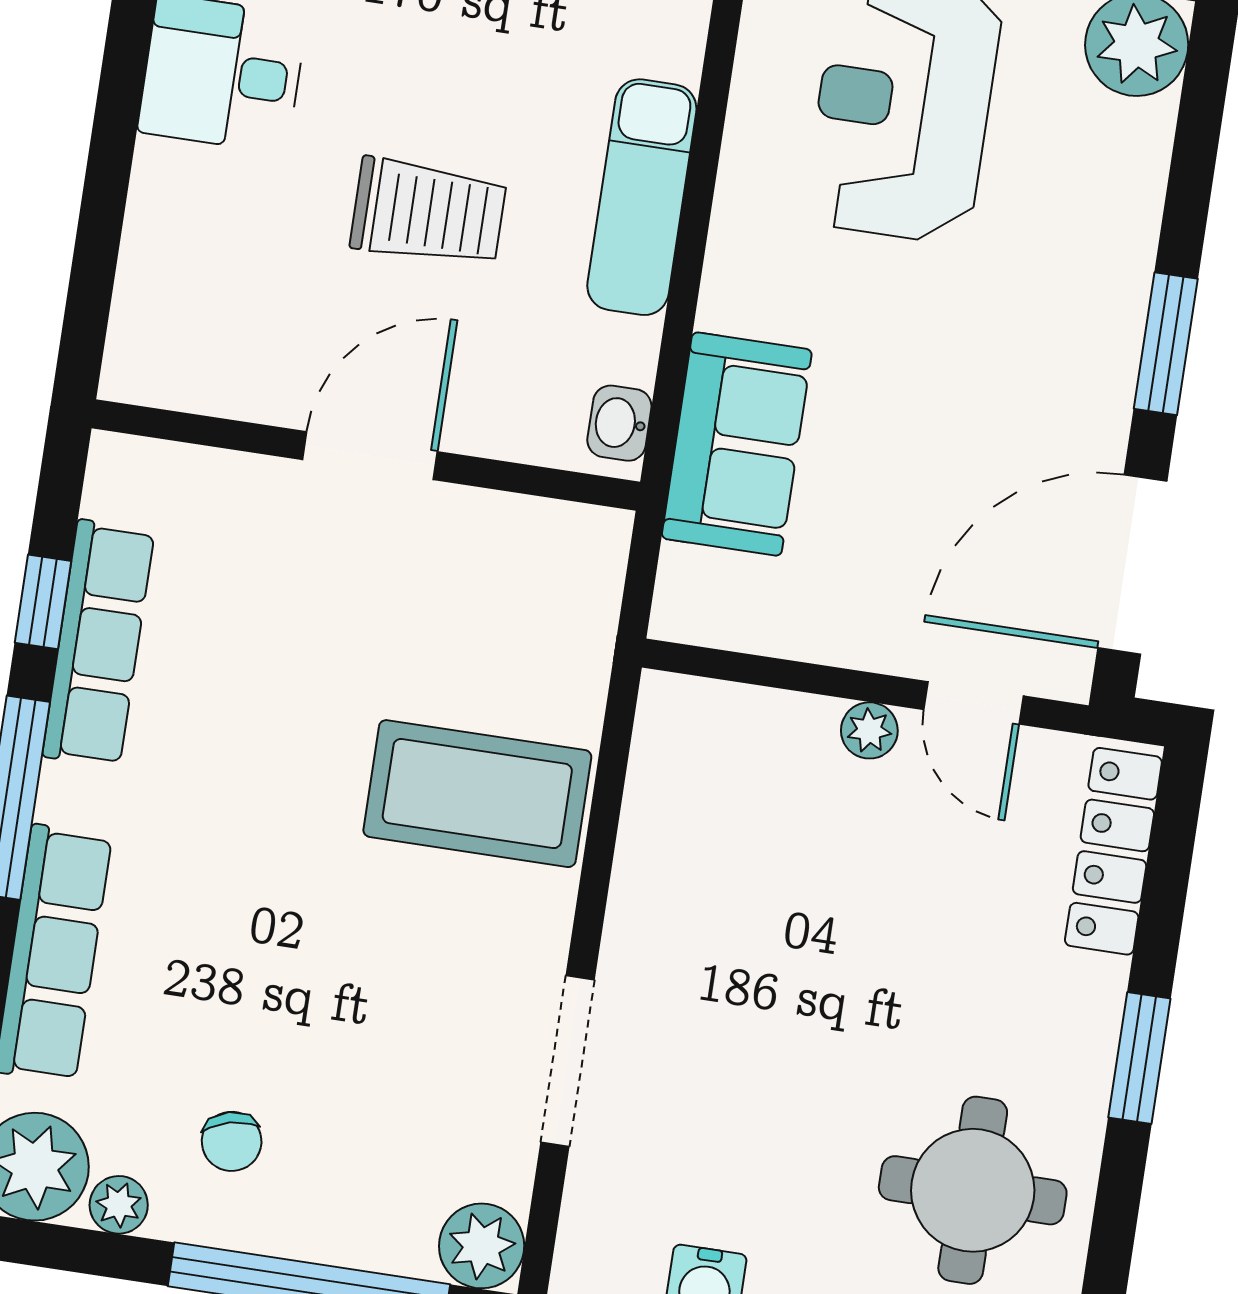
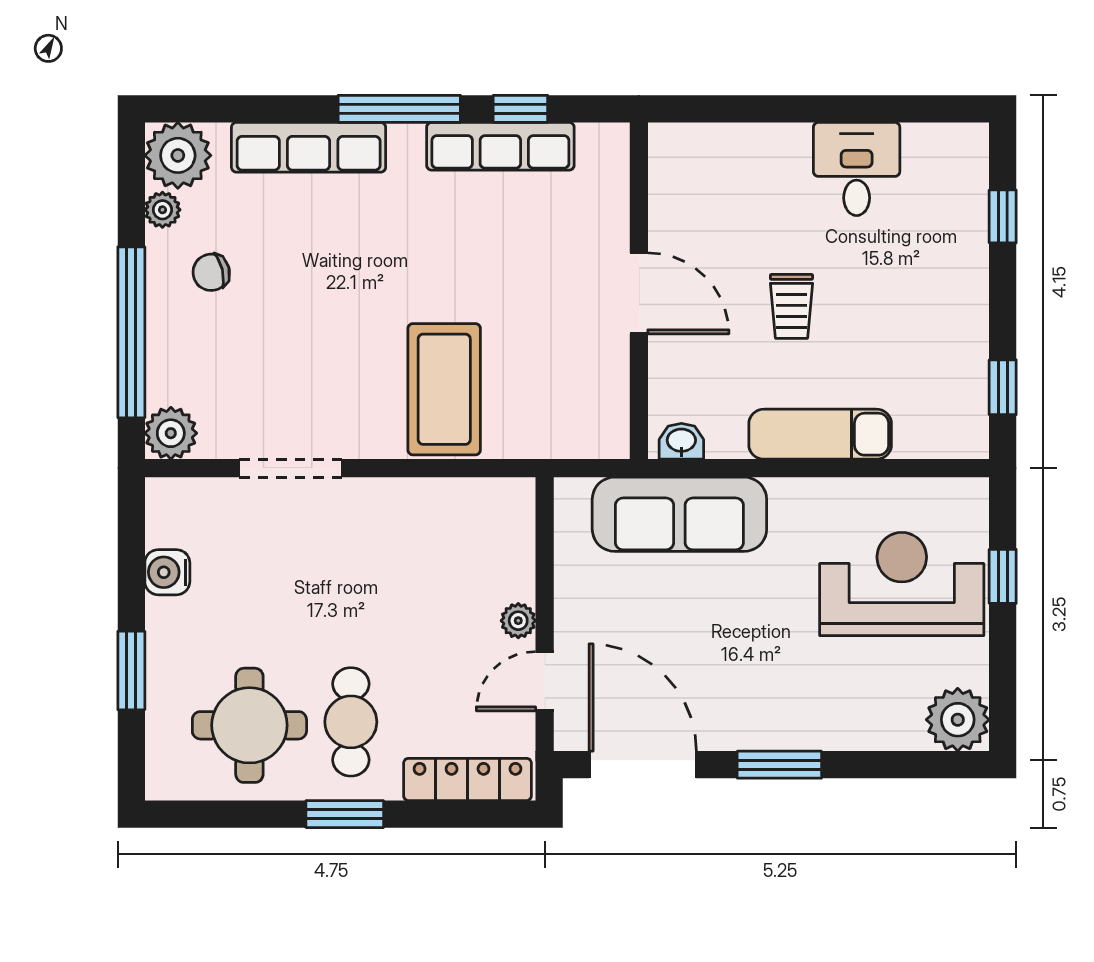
trolley: (428, 212) -> (791, 306), width x0.73, depth x0.72
sofa: (737, 444) -> (679, 514), width x1.36
cafe table: (992, 1026) -> (351, 722), added

